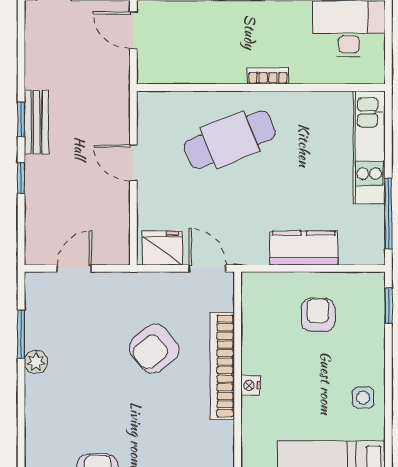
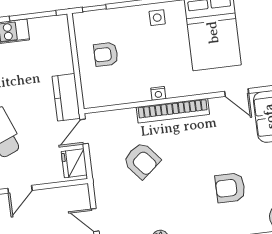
kitchen counter: (304, 248) -> (66, 97), moved
bookcase: (222, 366) -> (173, 111), moved

